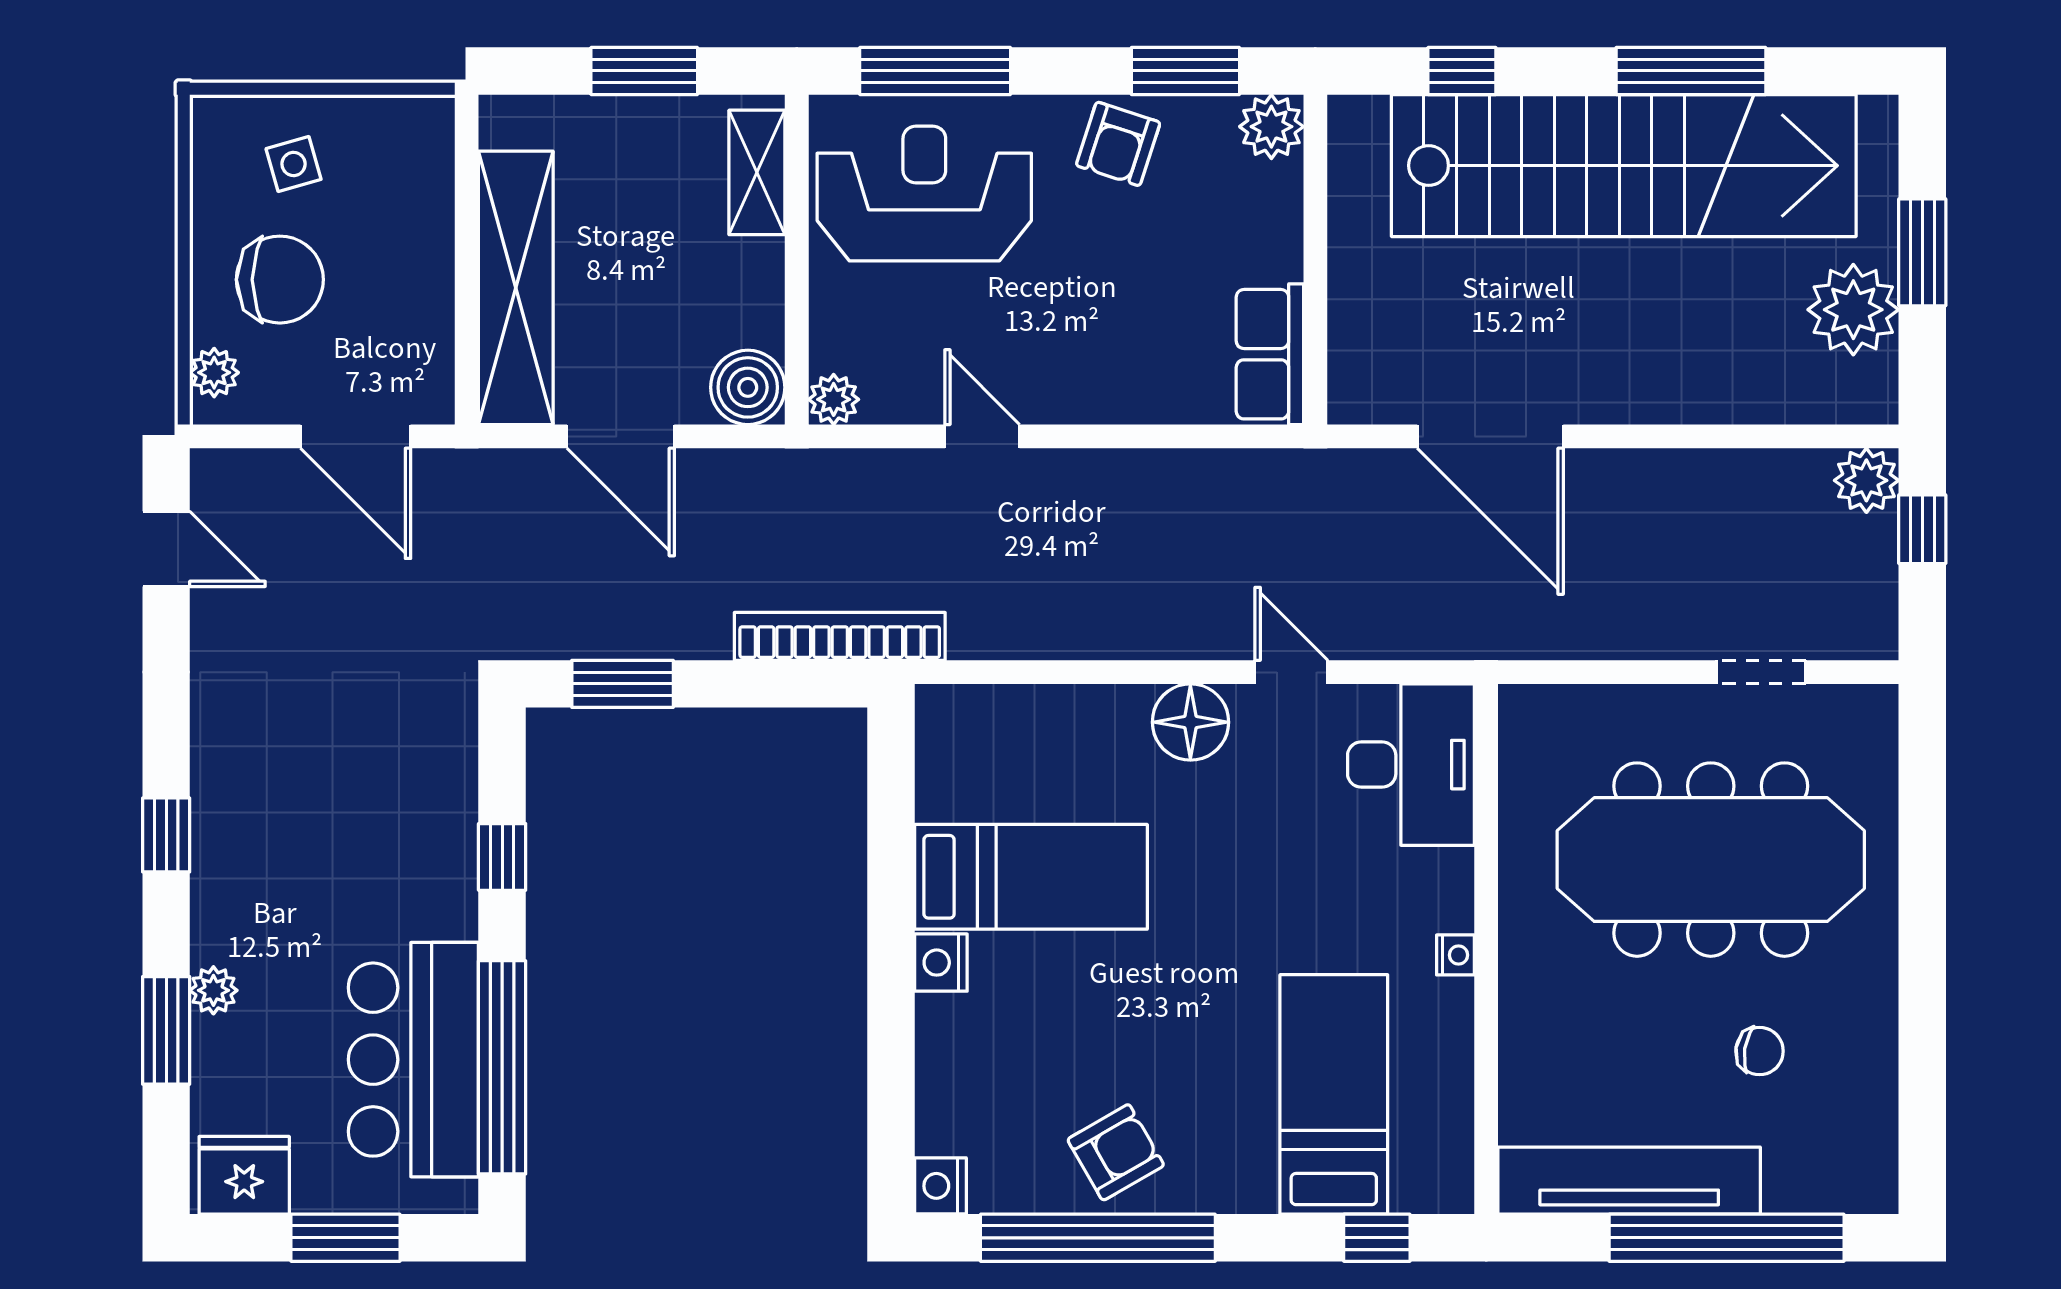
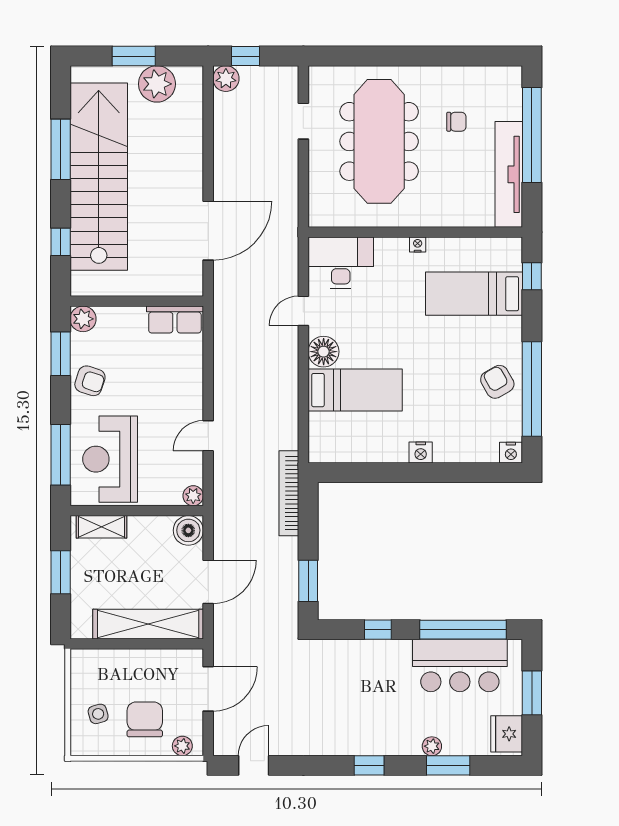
bed: (1031, 877) -> (355, 390), moved, turned 90
chair: (1760, 1051) -> (456, 122), turned 81

